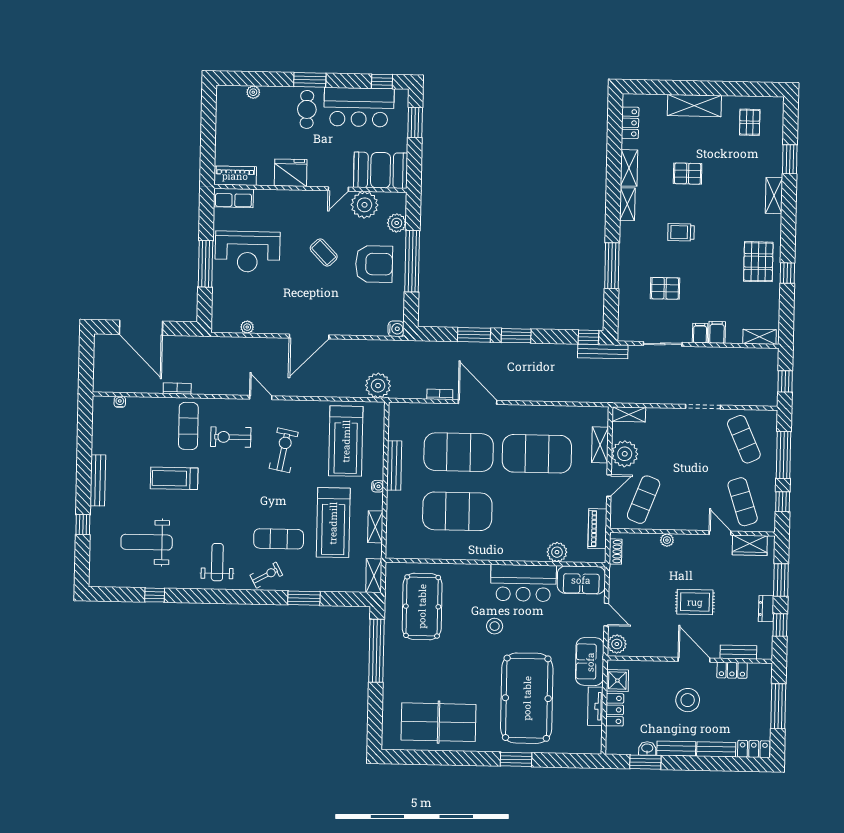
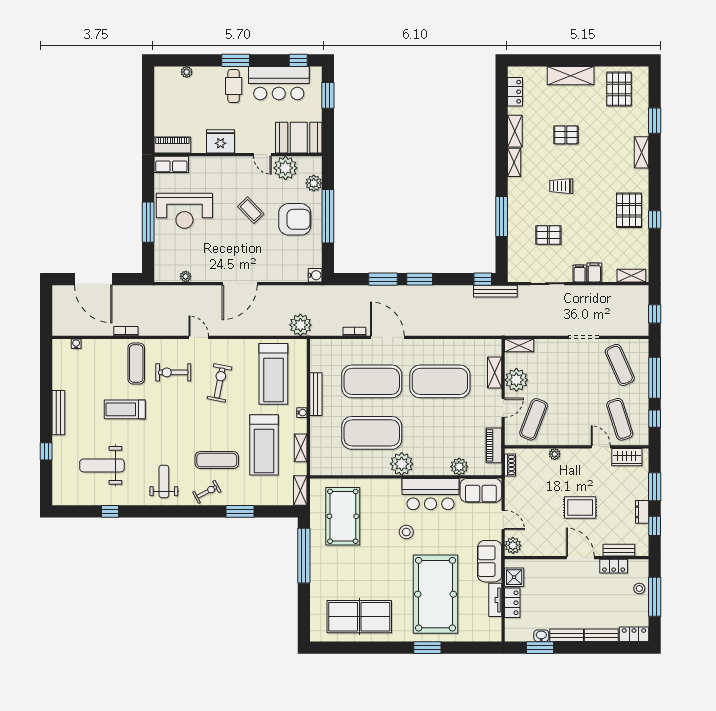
pallet: (750, 122) -> (619, 89), width x1.50, depth x1.42
door: (338, 189) -> (262, 155), hinge flipped
plant: (491, 548) -> (402, 464), added
stool: (688, 700) -> (639, 588), moved, width x0.53, depth x0.53

